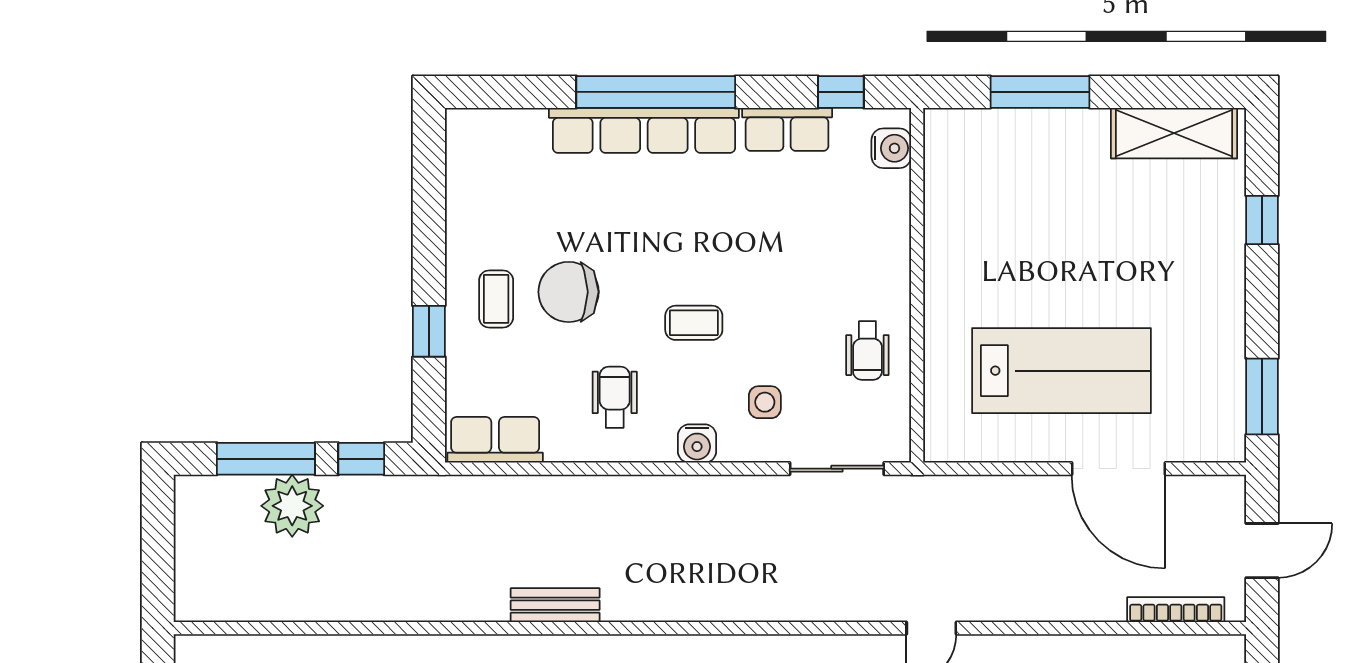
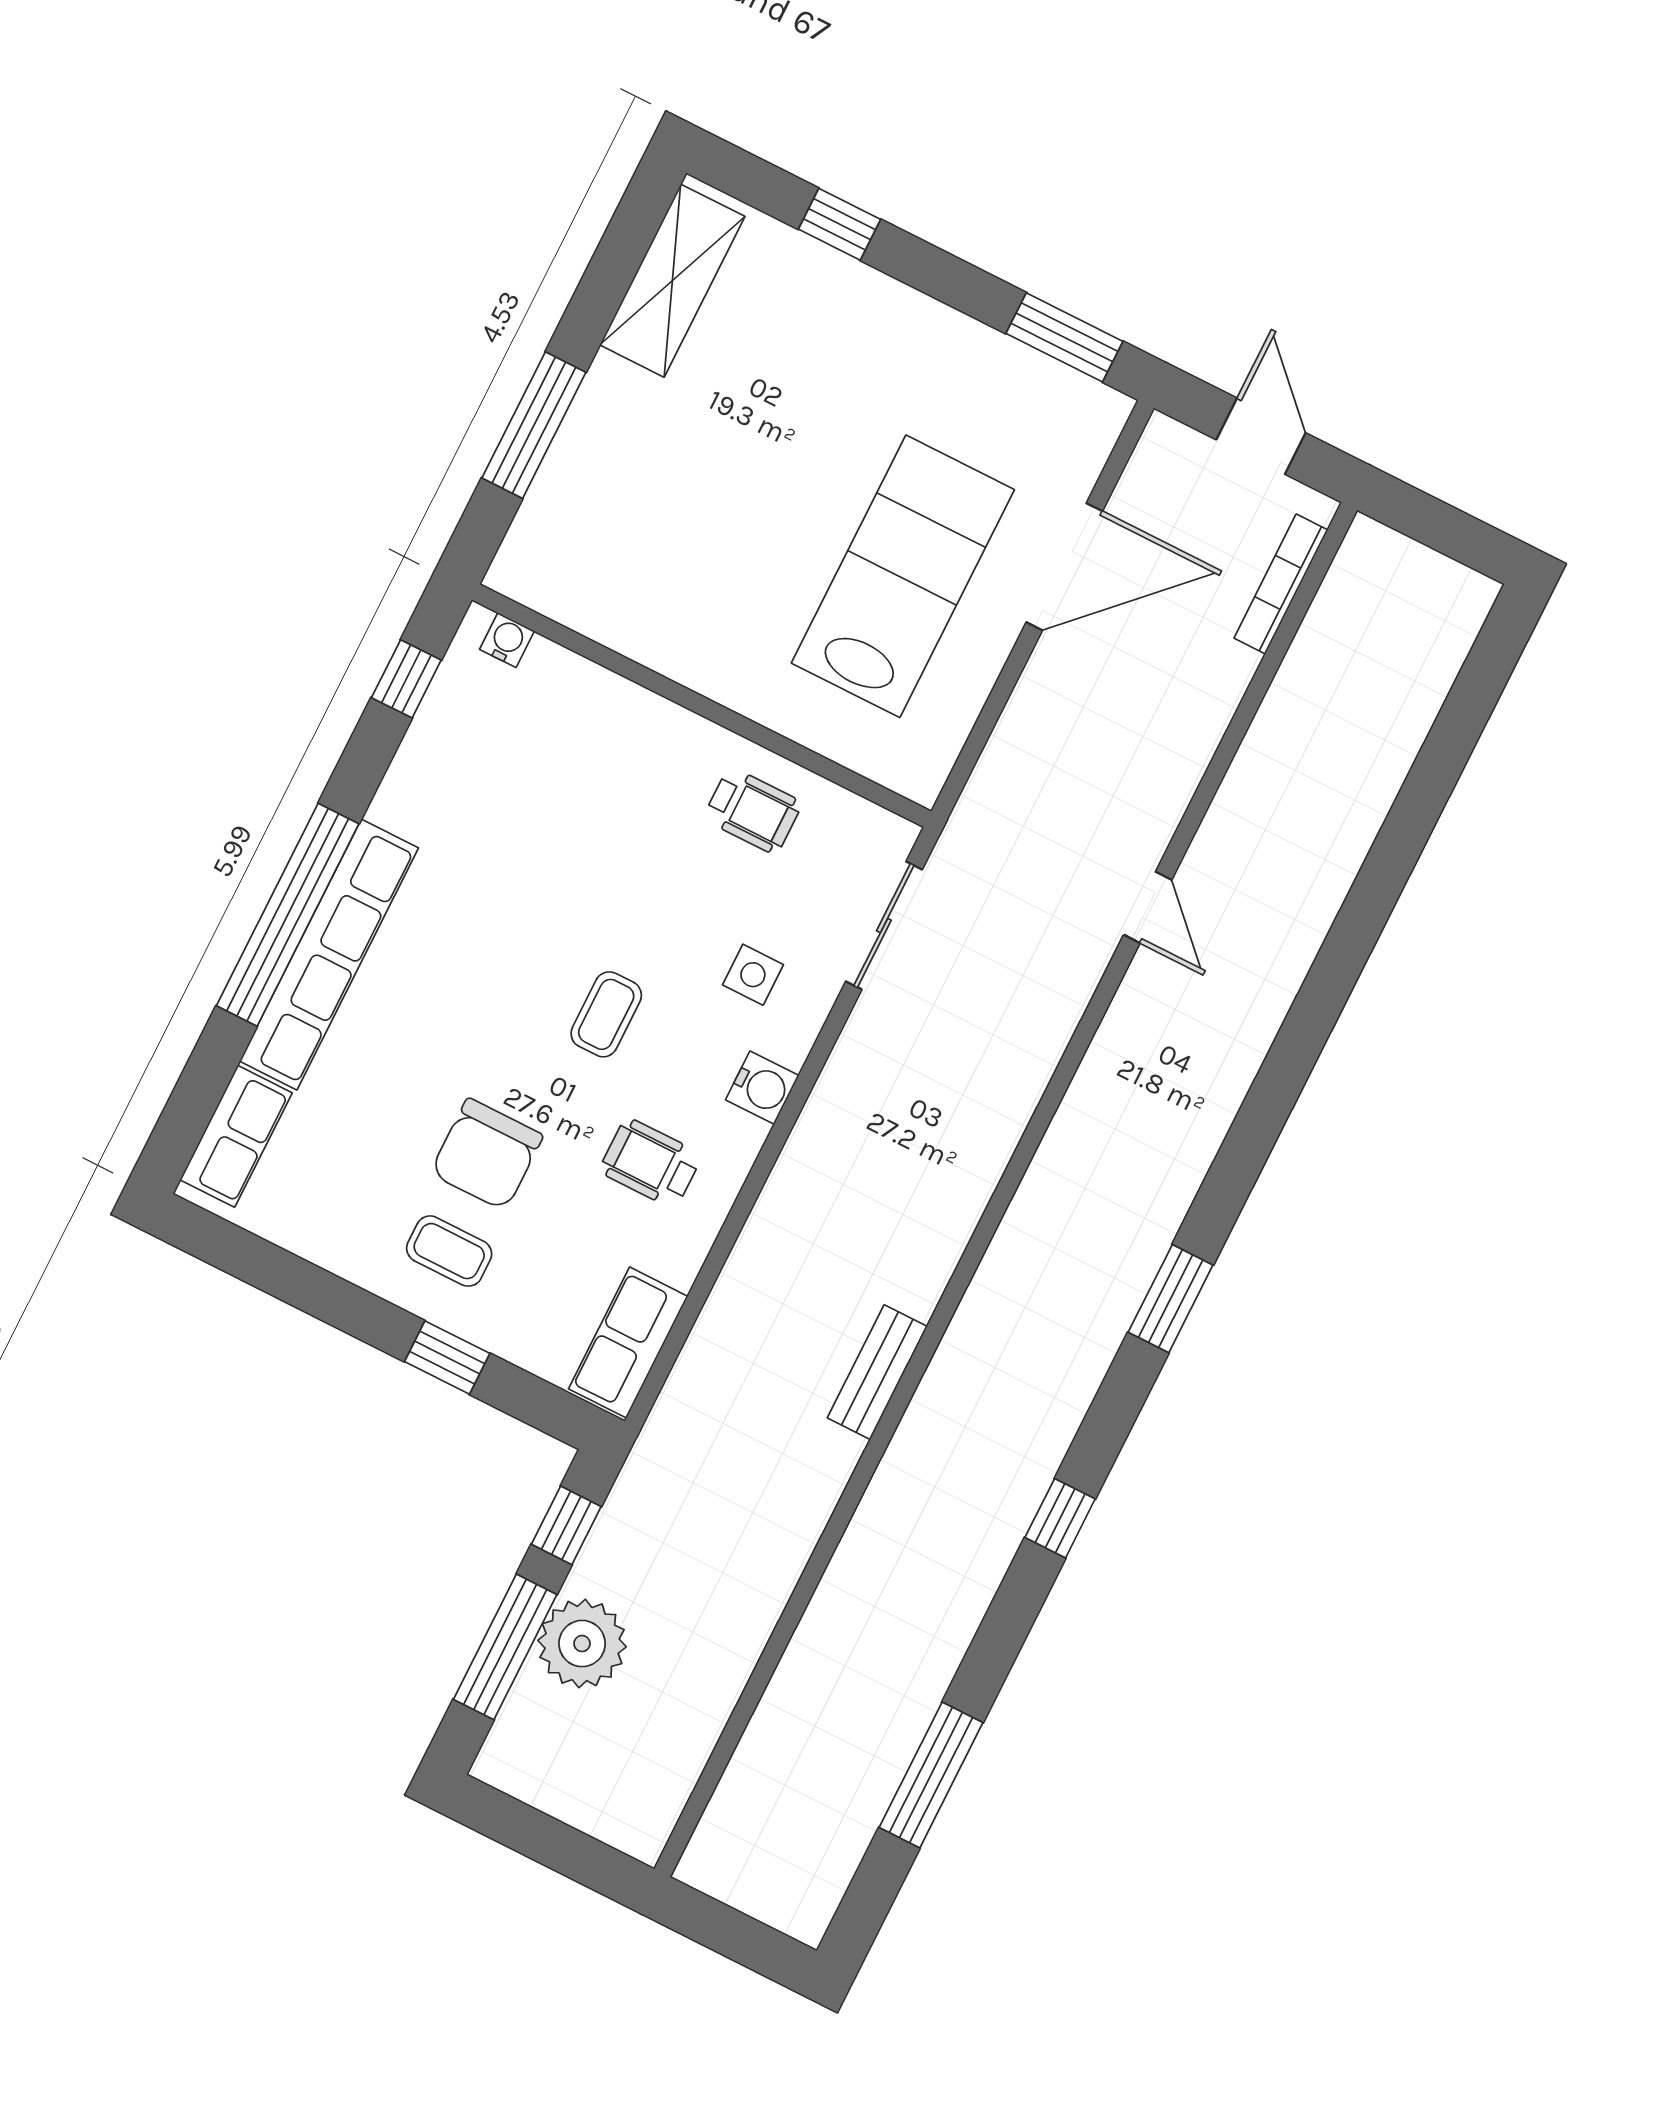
row of seats: (787, 129) -> (236, 1136), moved
water cooler: (891, 148) -> (507, 640), width x0.72, depth x0.72

